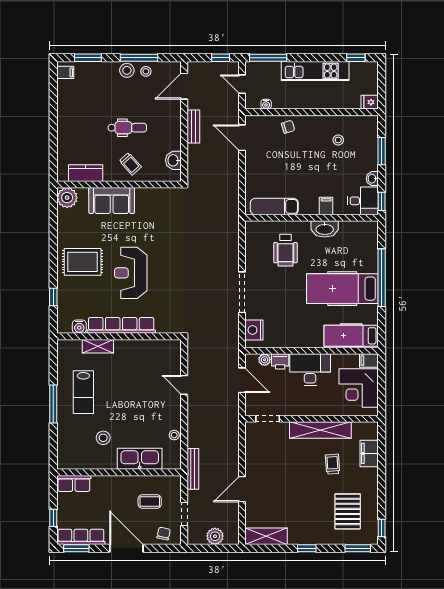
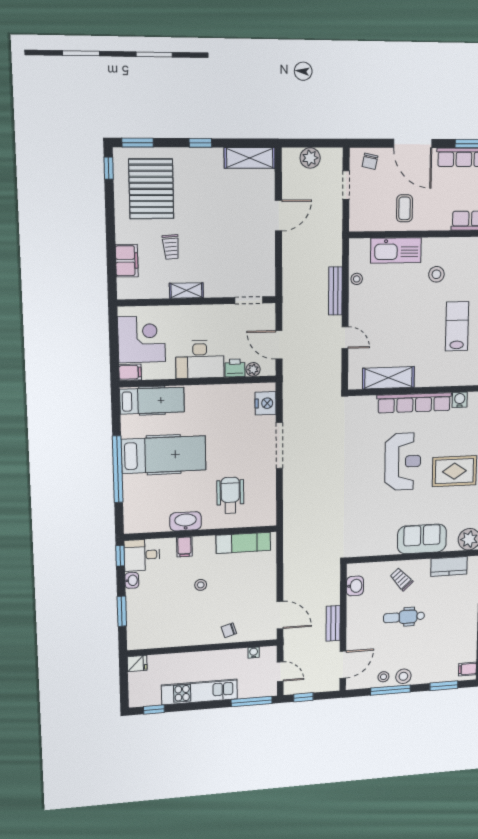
stool: (338, 140) -> (201, 585), moved
shelving: (98, 346) -> (388, 378), moved, width x1.50, depth x1.33
shelving: (320, 430) -> (186, 290), width x0.45, depth x0.75
bench: (193, 469) -> (335, 291), moved
coffee table: (150, 501) -> (404, 208), moved, turned 90
pallet: (348, 511) -> (151, 189), width x1.37, depth x1.41

